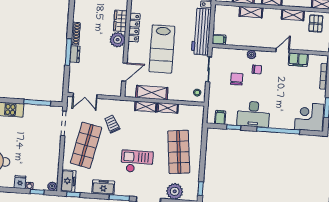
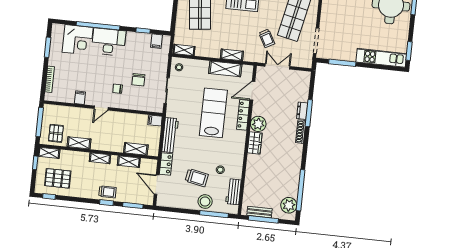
shelving: (251, 12) -> (136, 149), moved
locker: (134, 28) -> (243, 115), moved
workbench: (201, 32) -> (170, 135), width x0.73, depth x0.76
door: (282, 51) -> (101, 108), moved
plant: (251, 55) -> (123, 104), removed
filing cabinet: (298, 60) -> (80, 98), width x0.50
double door: (85, 96) -> (277, 66), moved
shelving: (168, 108) -> (184, 50), moved
desk: (253, 114) -> (109, 42), moved
corner desk: (309, 117) -> (78, 40), moved

